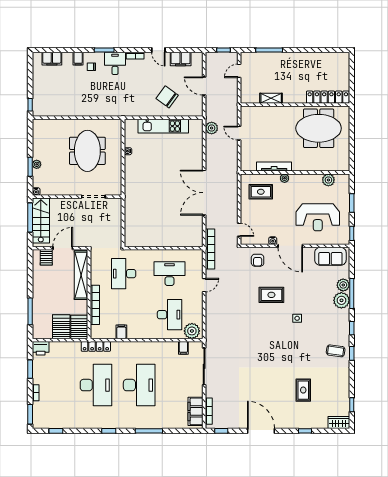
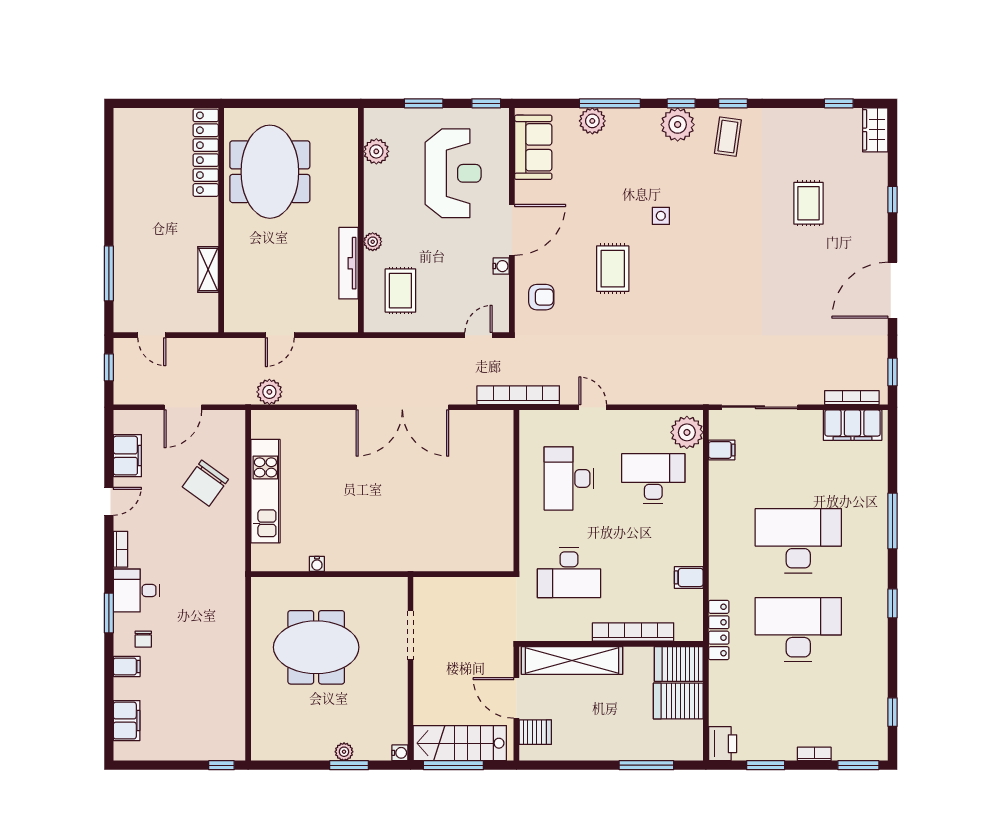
plant: (341, 300) -> (678, 125), moved
rug: (303, 390) -> (809, 203), turned 90

